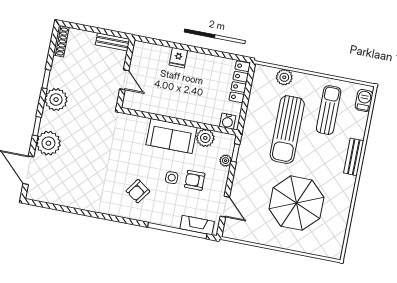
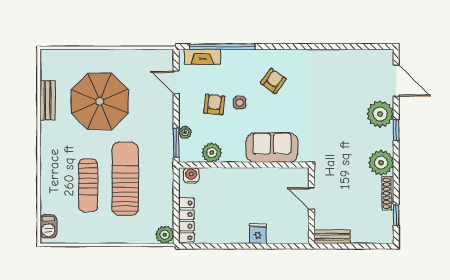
shoe rack: (61, 41) -> (388, 193), moved
plant: (284, 77) -> (165, 235), moved
window: (46, 79) -> (396, 215), moved
sun lounger: (329, 110) -> (88, 185), moved
sofa: (171, 136) -> (272, 148), moved
window: (235, 153) -> (176, 143), width x1.50
bench: (354, 157) -> (48, 100), moved
armchair: (195, 180) -> (214, 105), turned -84

